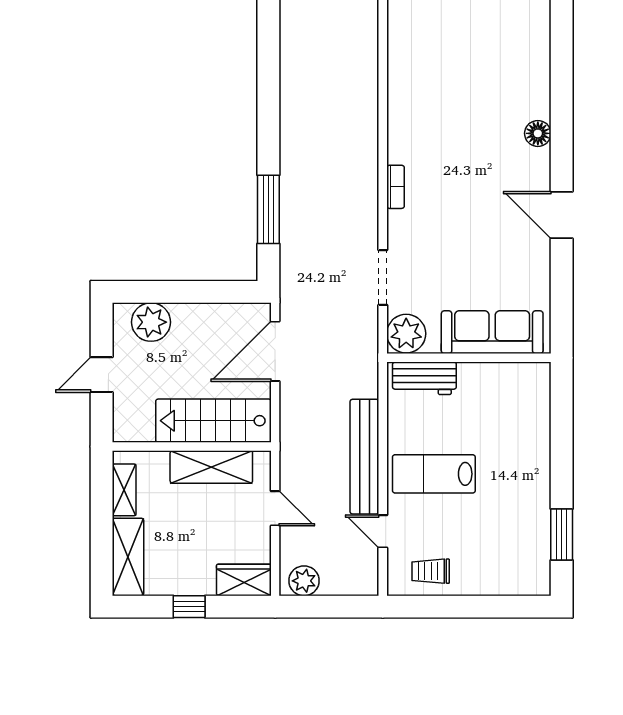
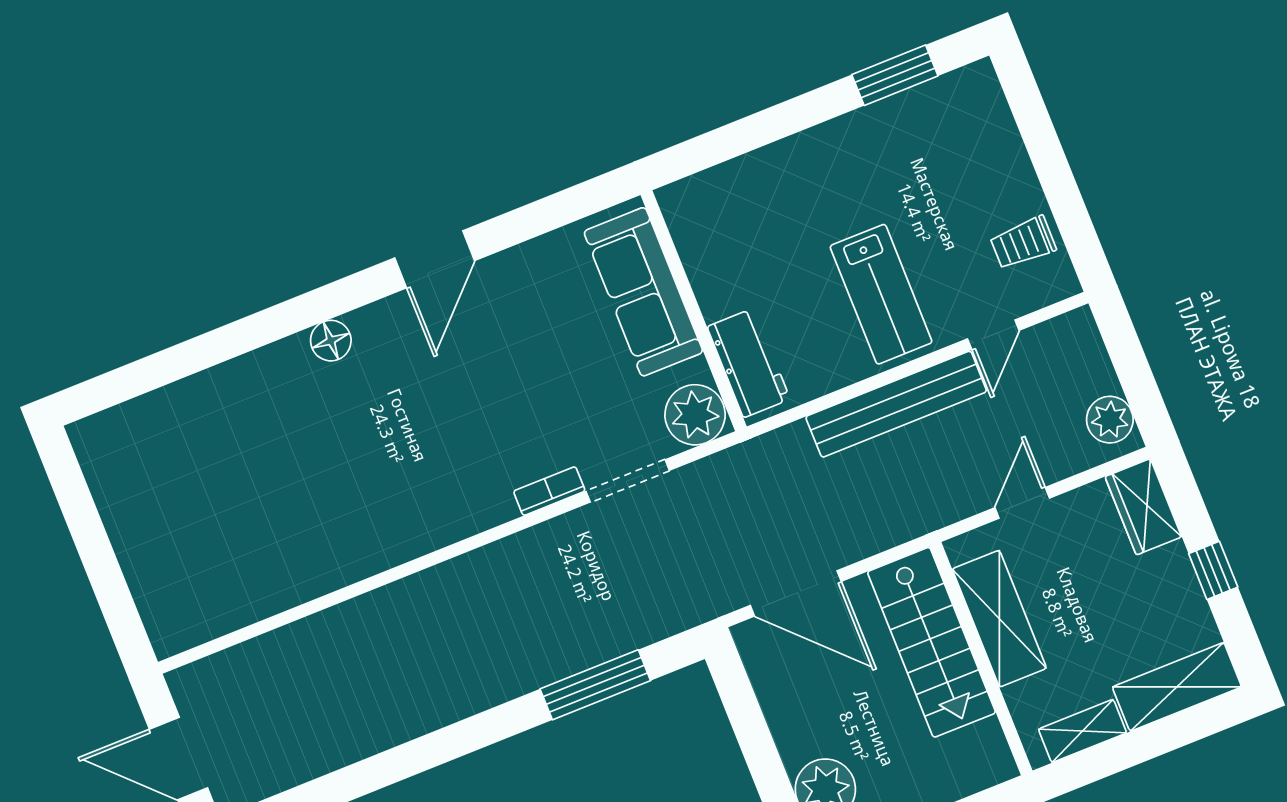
bookcase: (395, 187) -> (549, 491), moved
trolley: (431, 571) -> (1023, 243), turned 90

